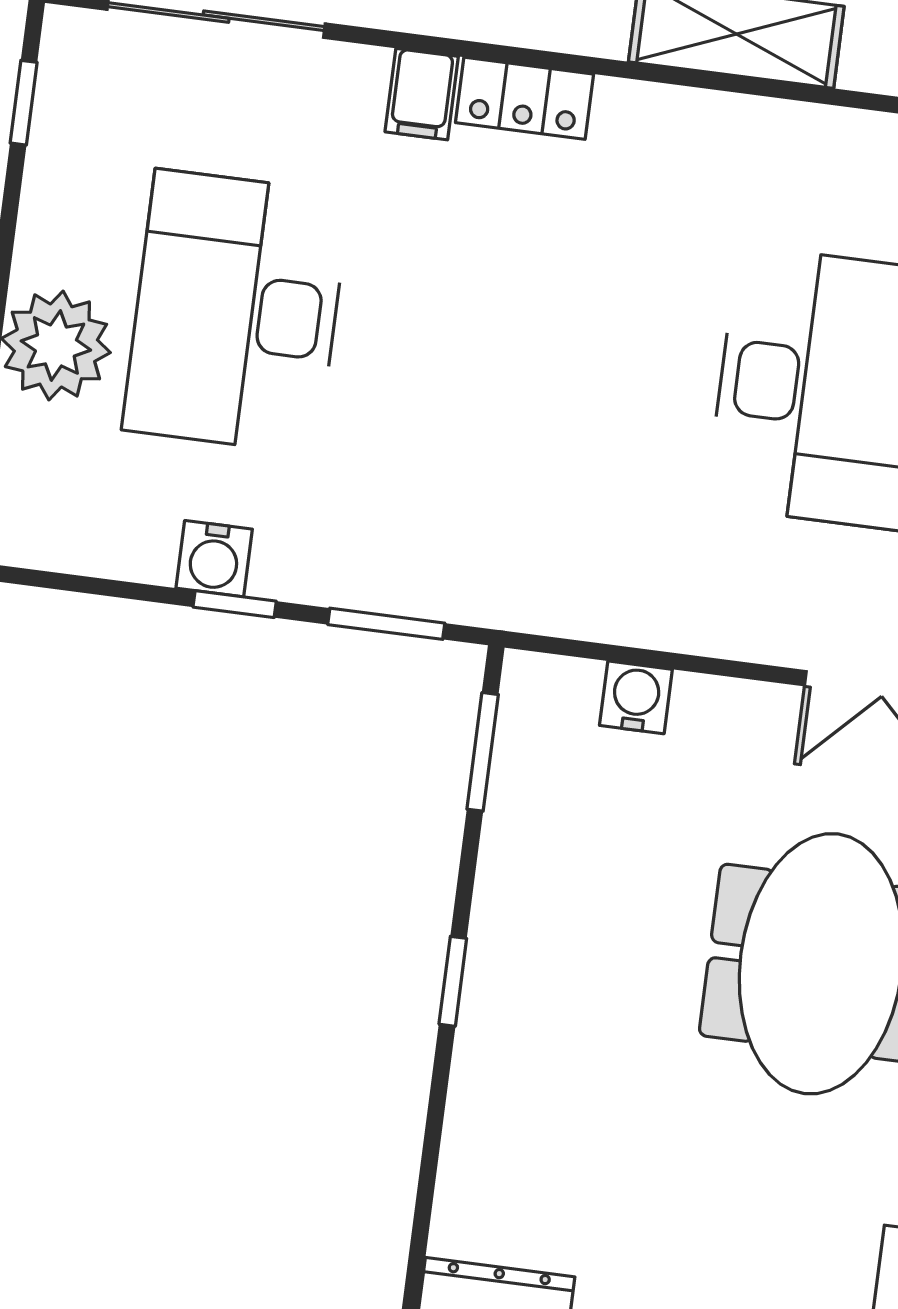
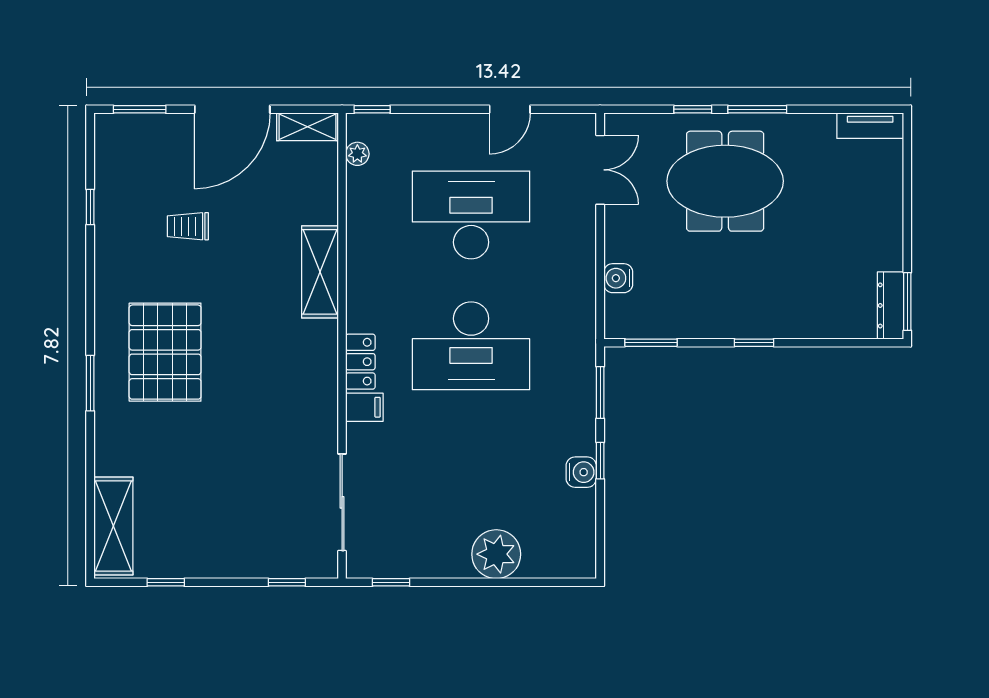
desk: (236, 312) -> (471, 346), moved

